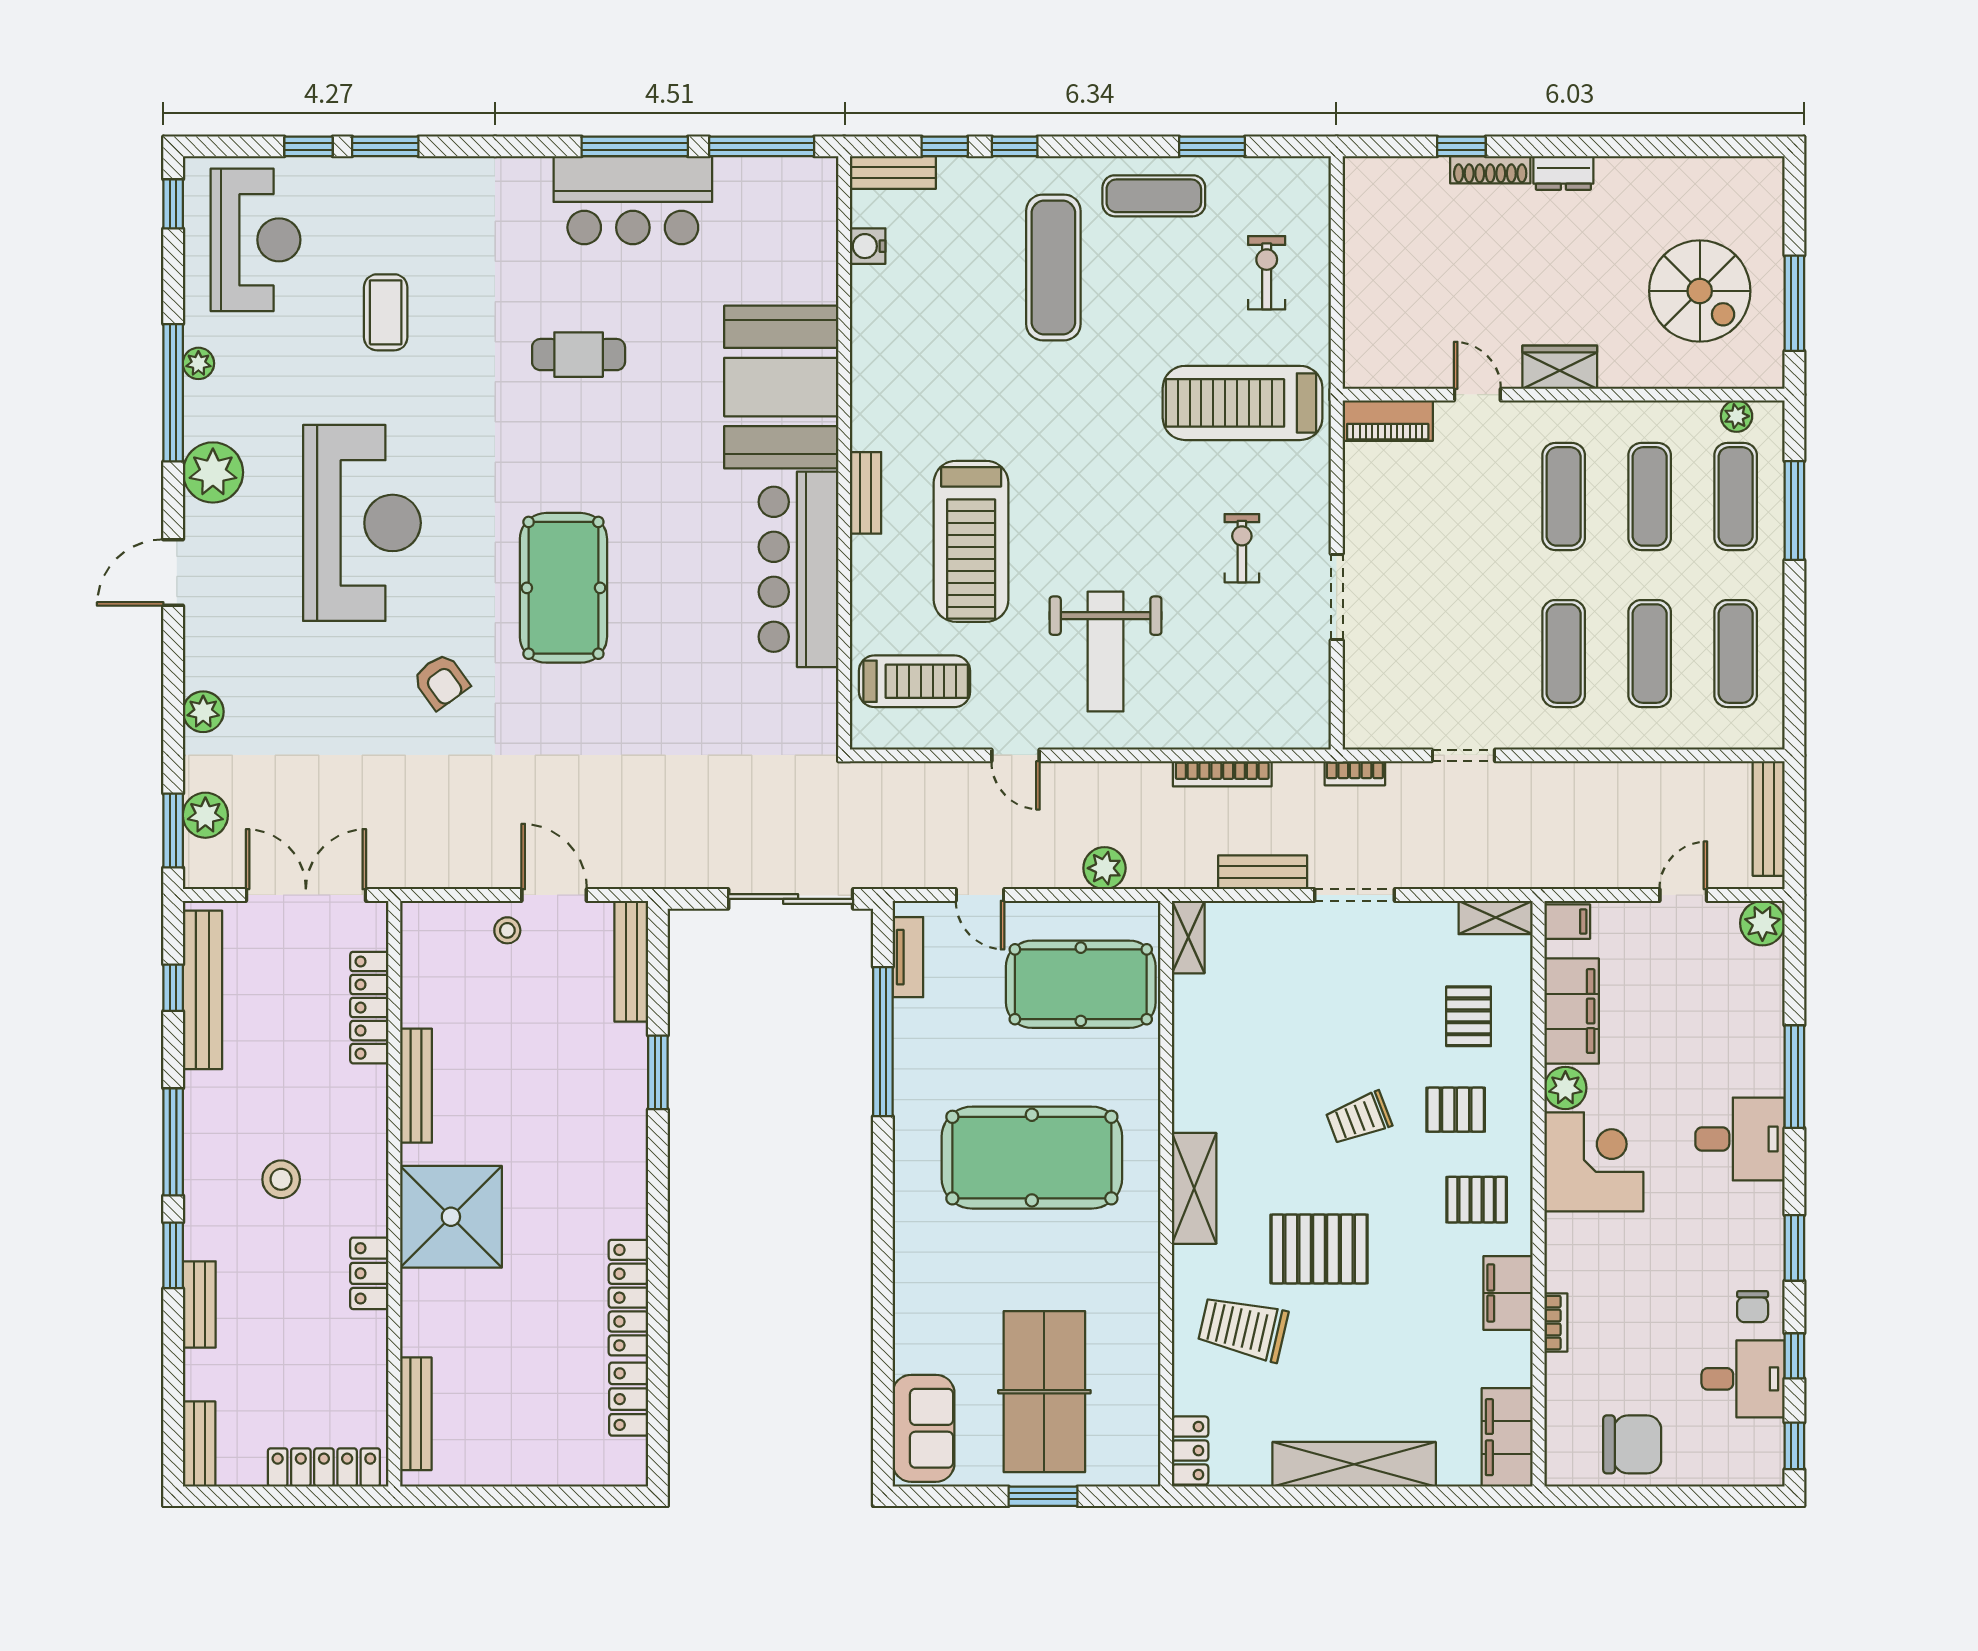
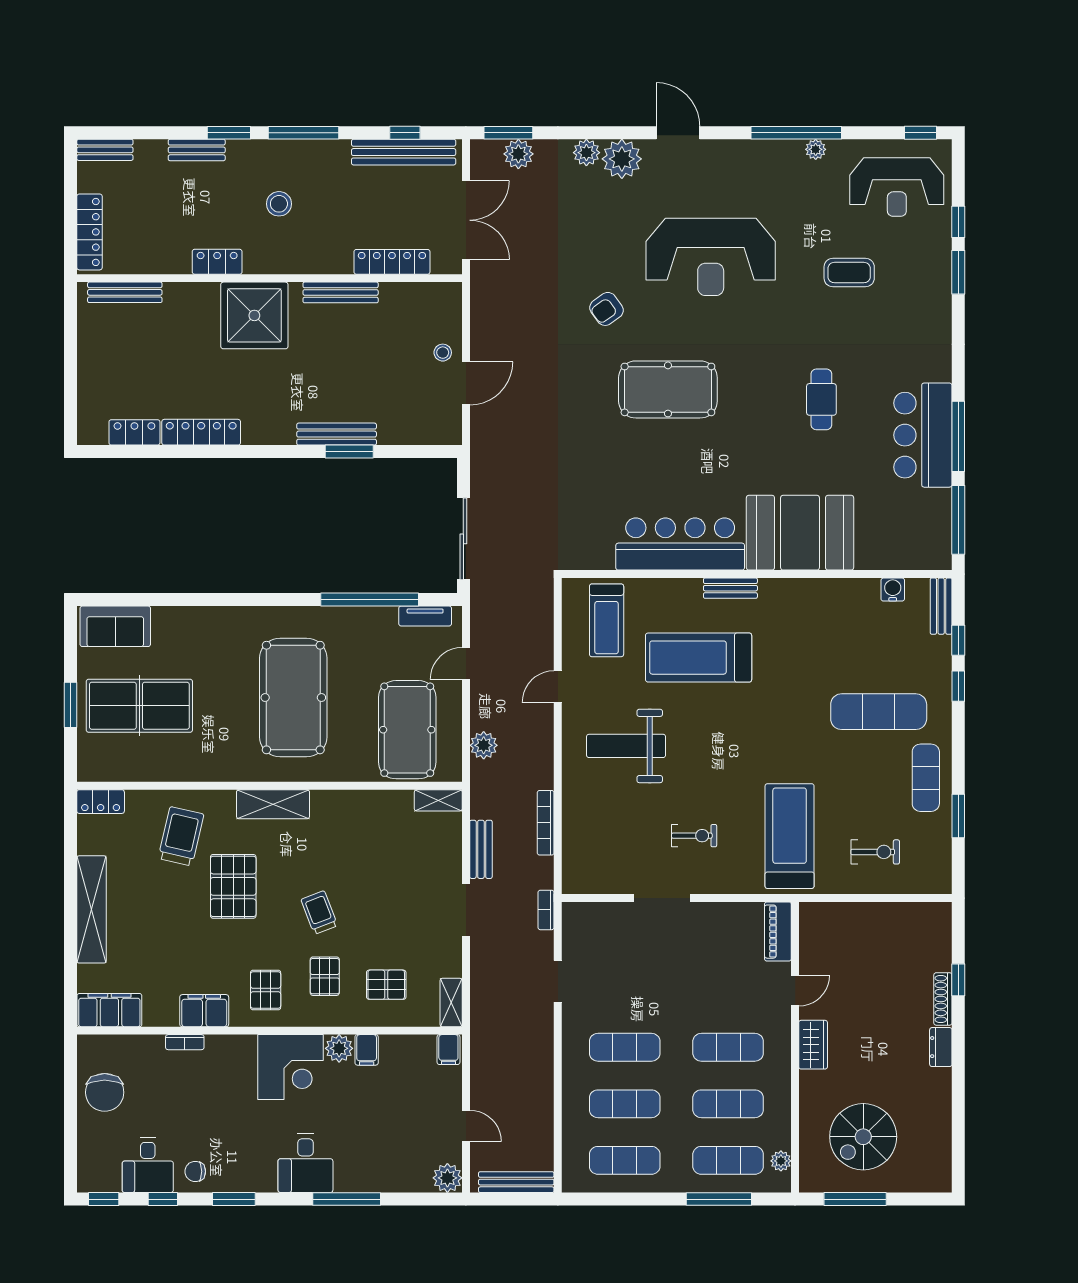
plant: (213, 472) -> (622, 159), moved
bench: (631, 961) -> (337, 434), moved
filing cabinet: (1572, 1011) -> (367, 1050), width x0.33, depth x0.86

